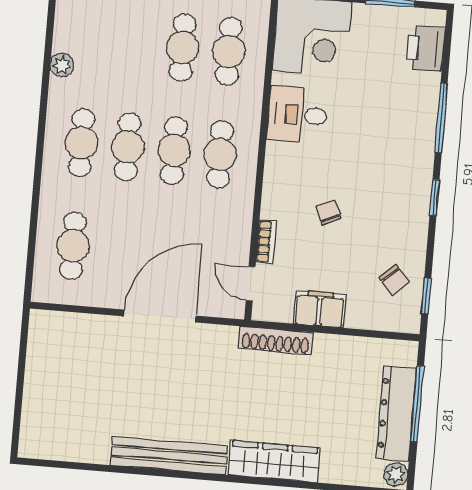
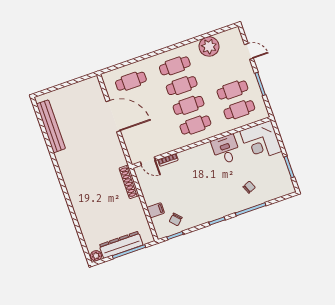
printer: (425, 49) -> (276, 190), removed
plant: (62, 65) -> (209, 46), width x1.87, depth x1.87
chair: (329, 212) -> (249, 187), moved
door: (251, 284) -> (148, 161), swing flipped
filing cabinet: (319, 309) -> (156, 210), moved, width x0.50
door: (160, 316) -> (113, 116), moved
bench: (169, 456) -> (51, 126), moved
wardrobe: (274, 461) -> (79, 203), removed

